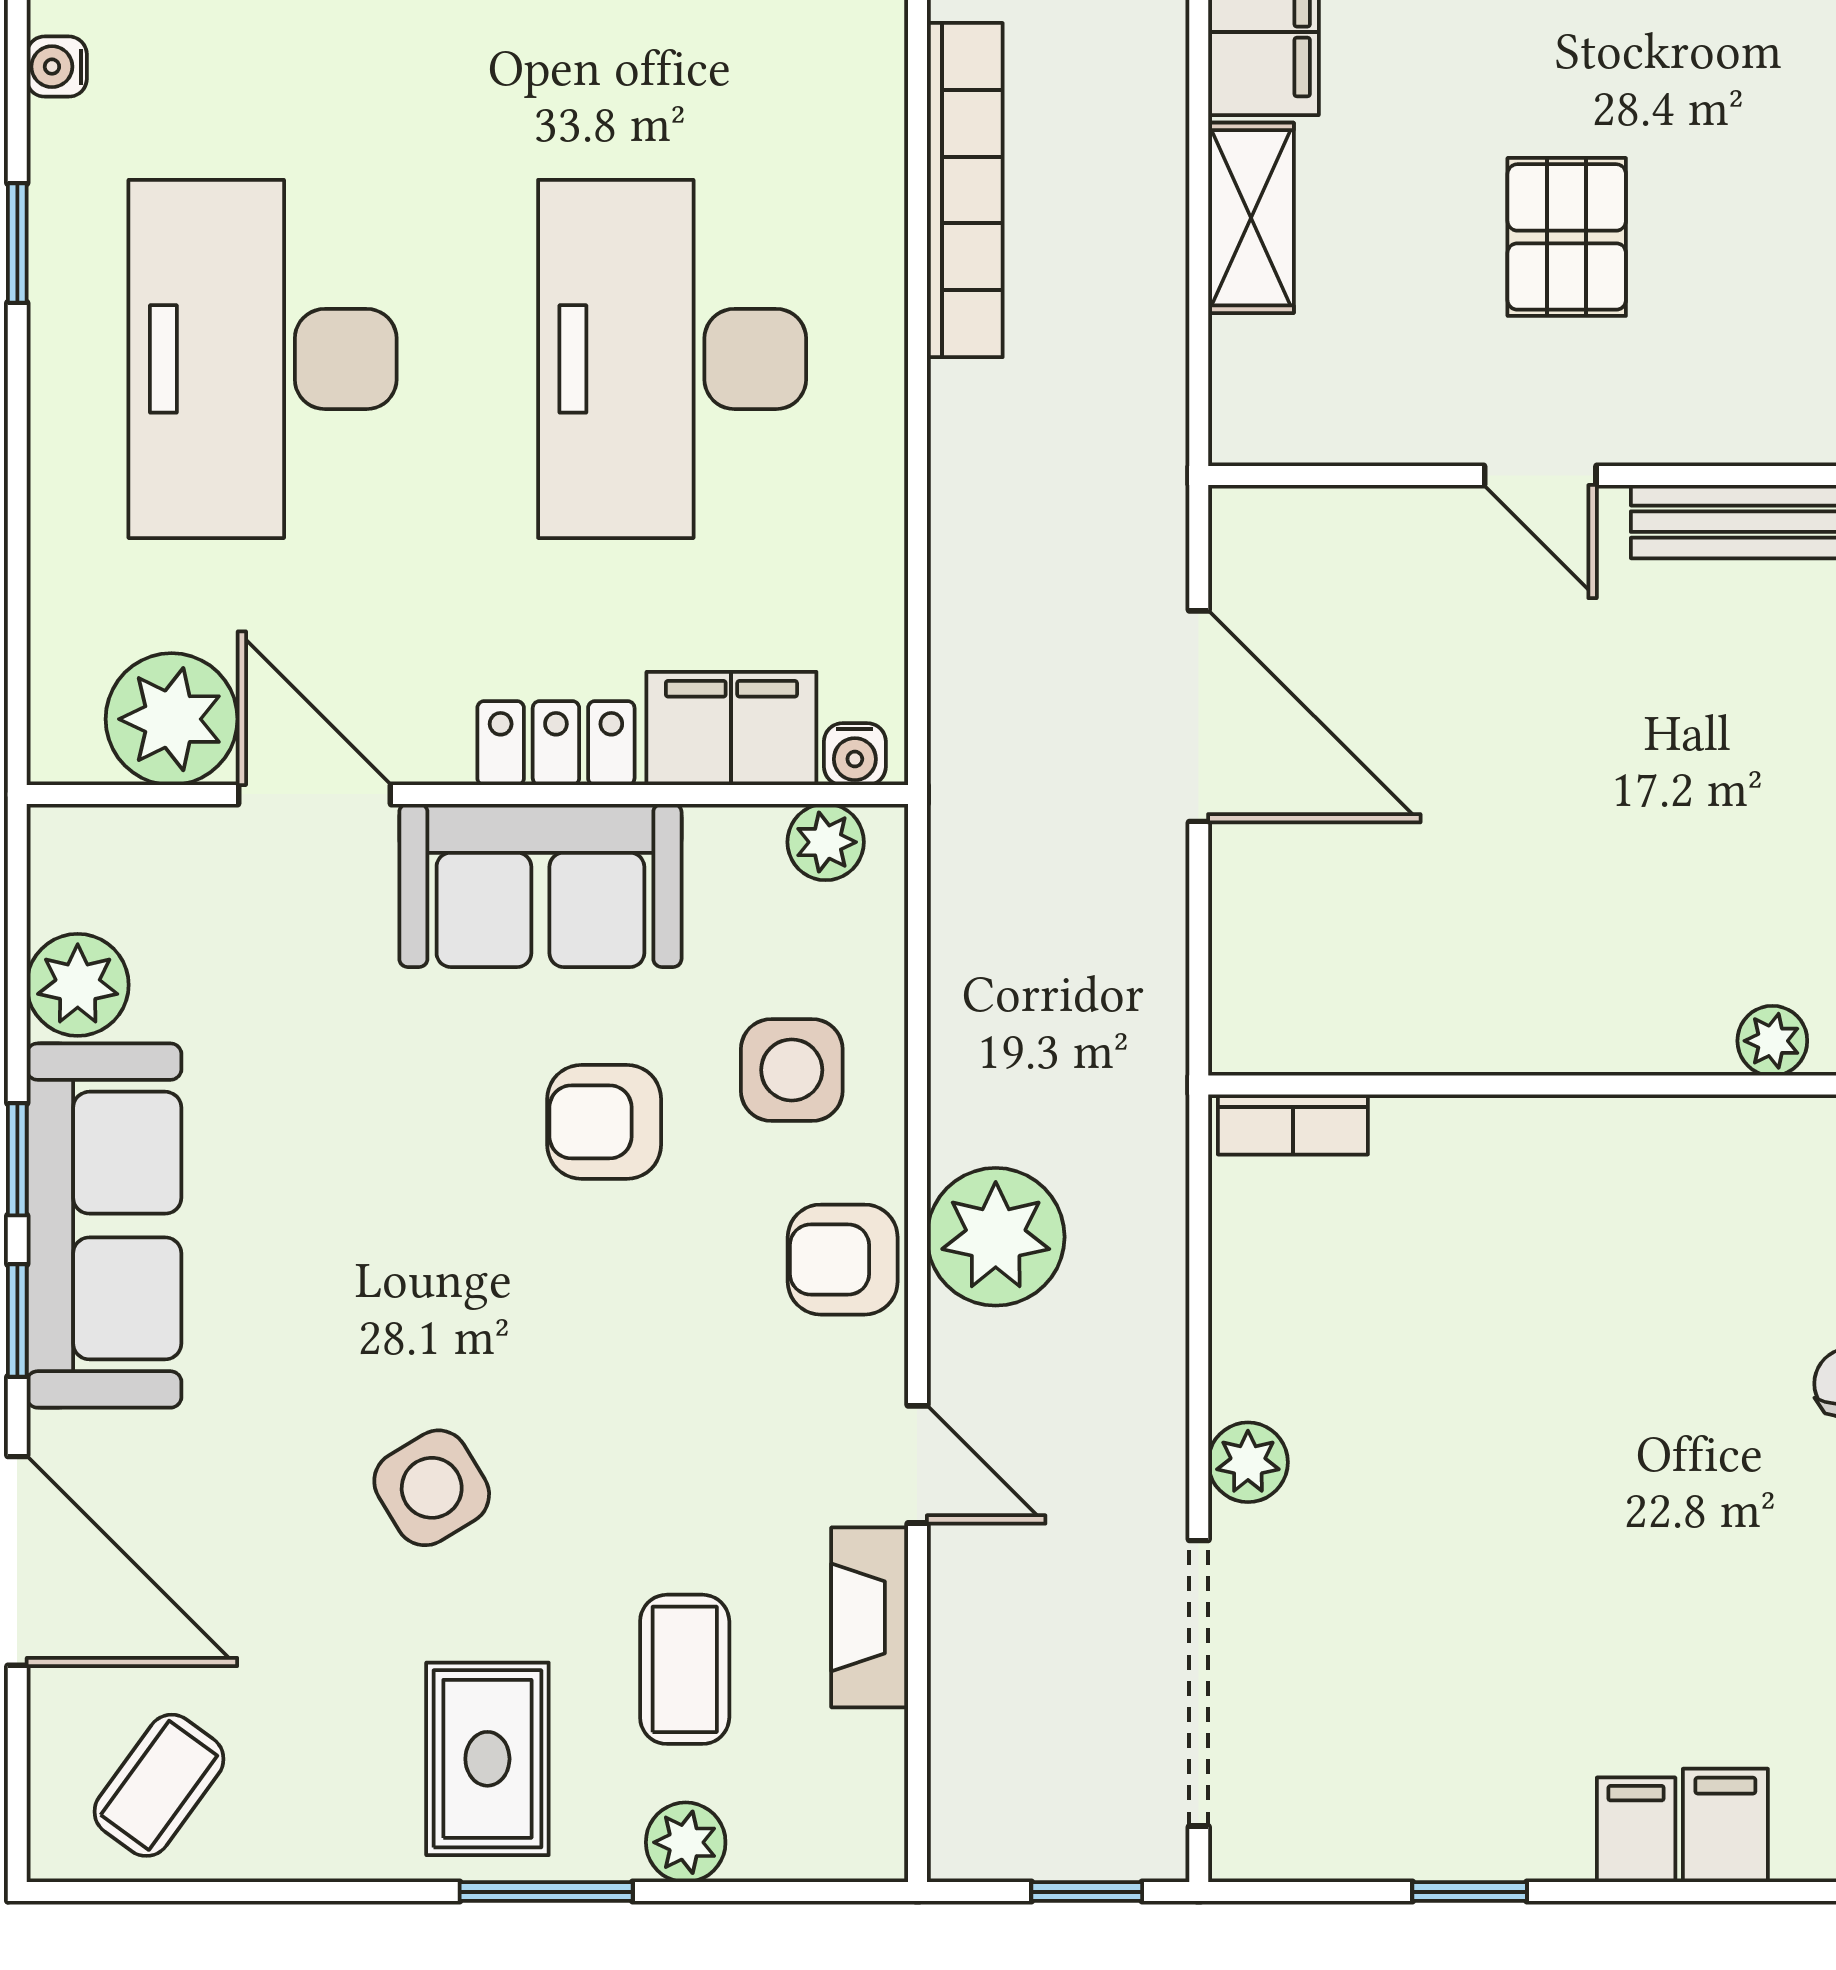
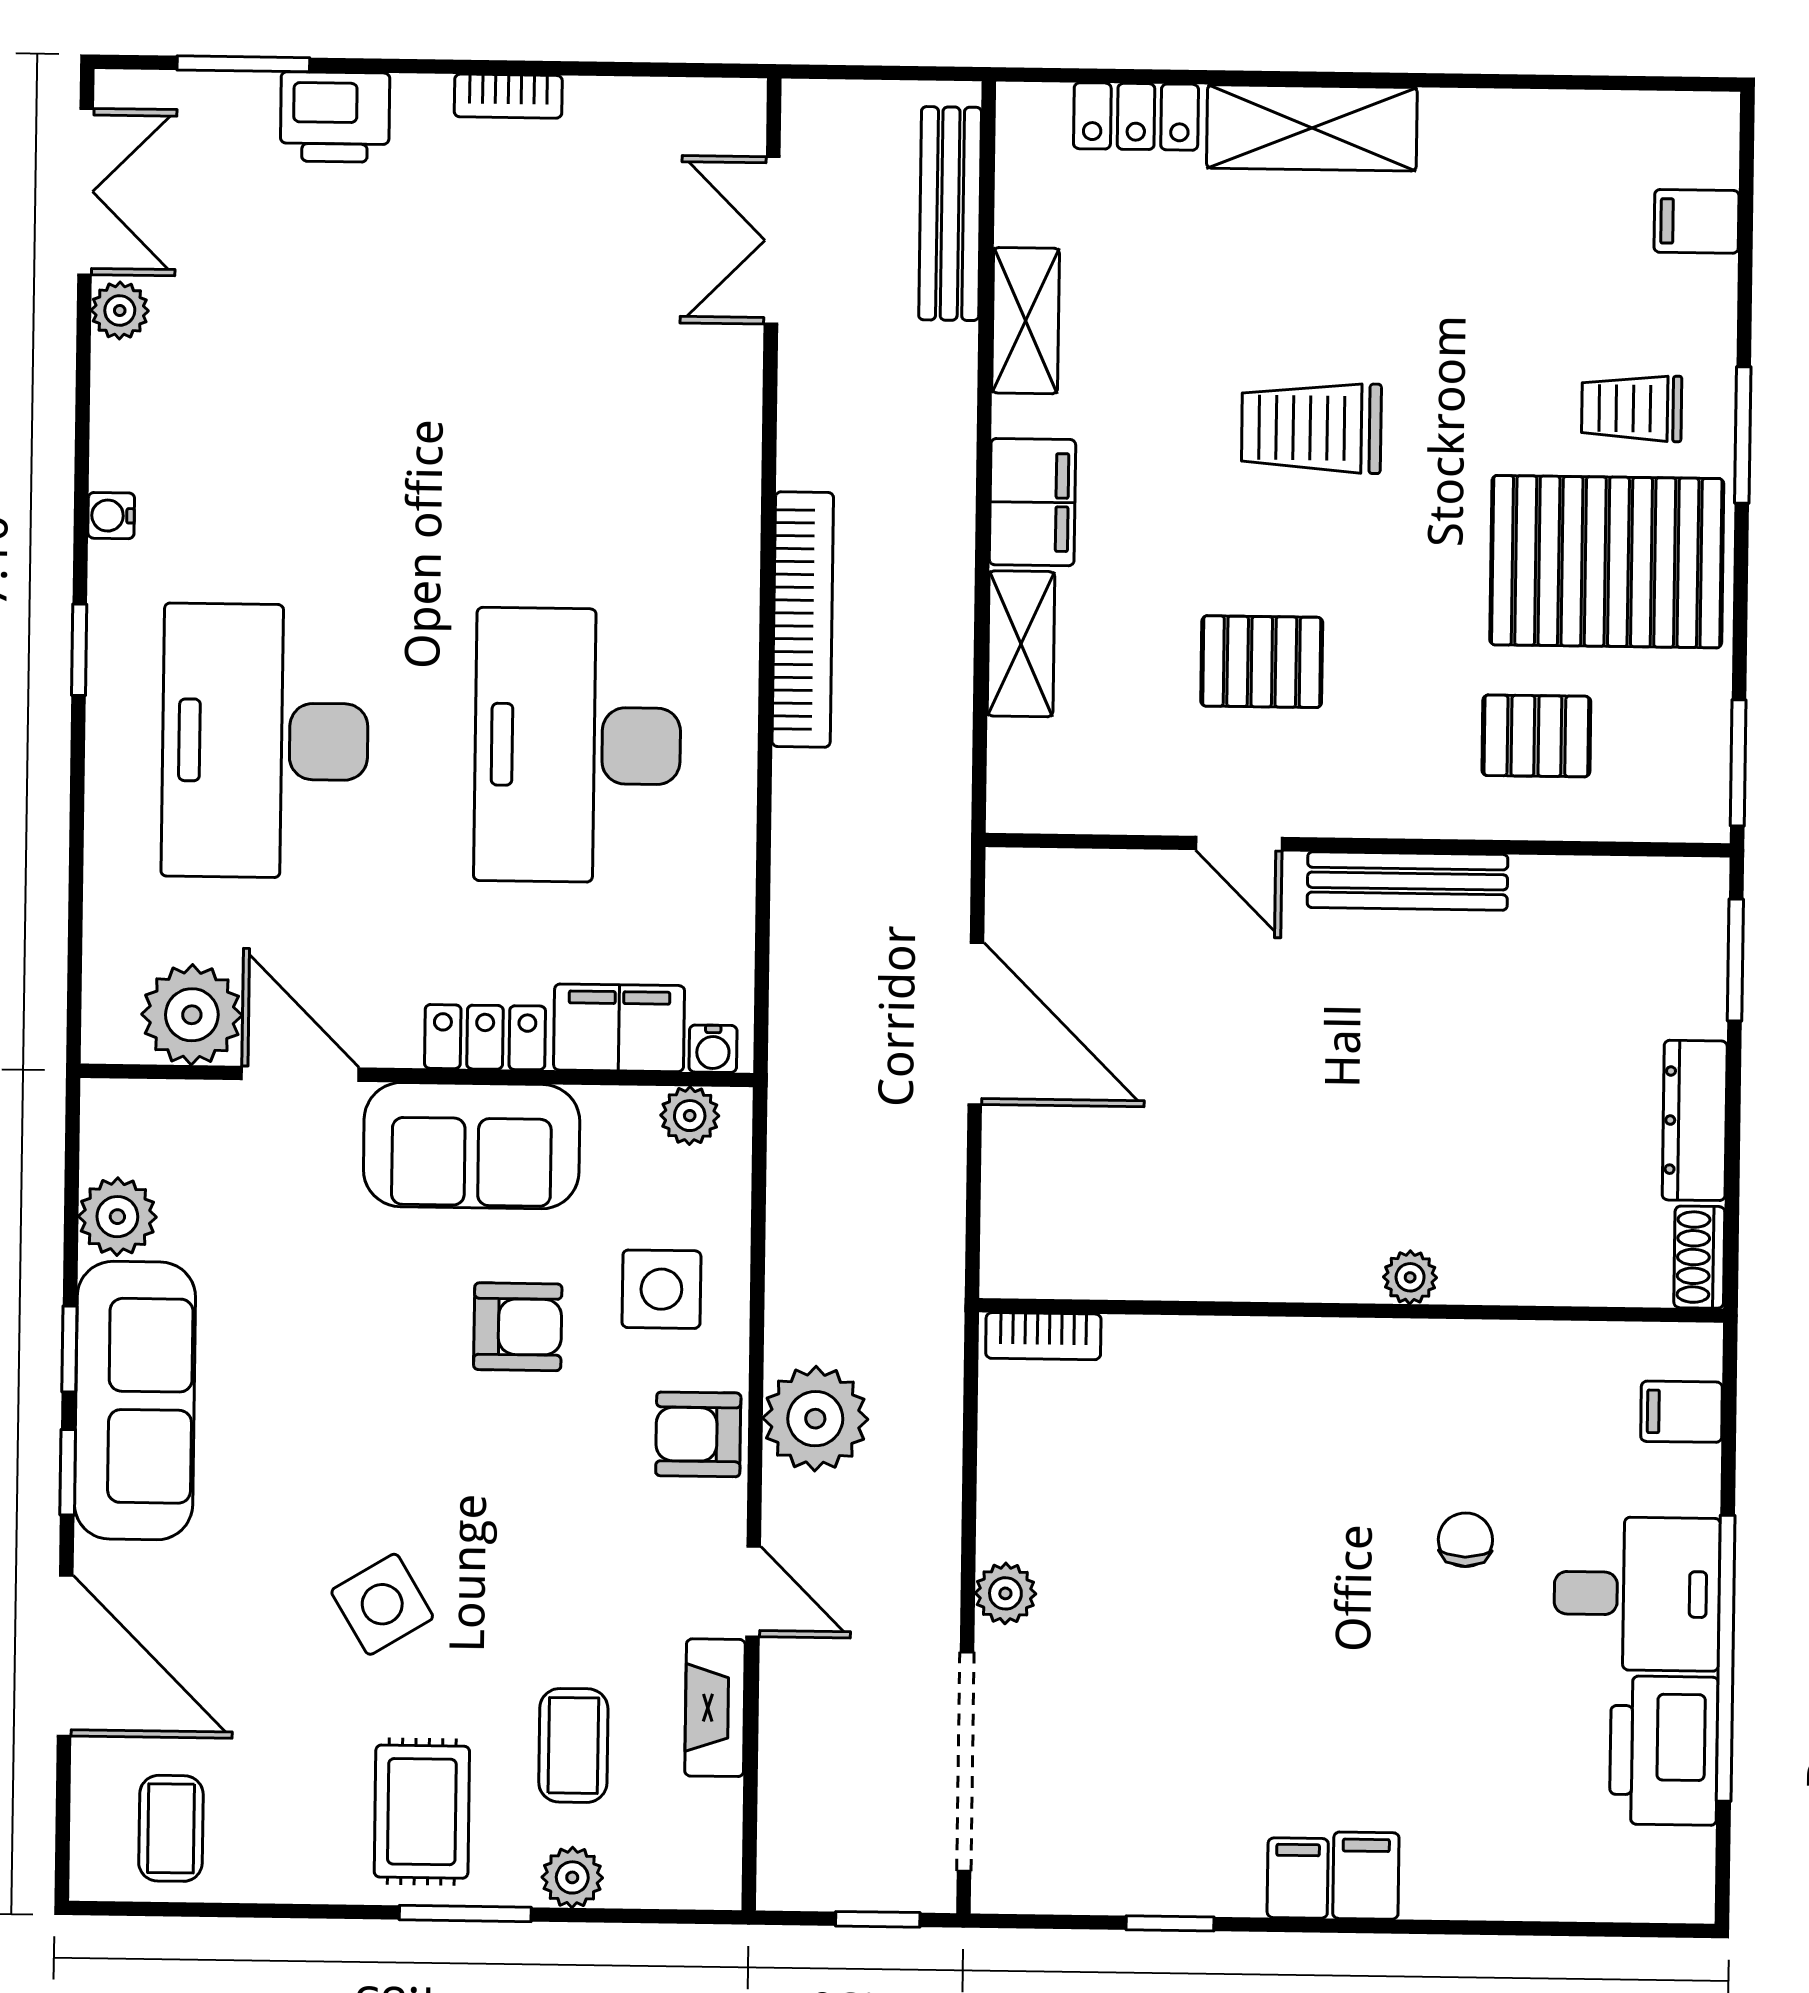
pallet: (1567, 237) -> (1262, 662), turned 90
armchair: (604, 1122) -> (518, 1327), turned 180
coffee table: (159, 1785) -> (171, 1828), turned -36

